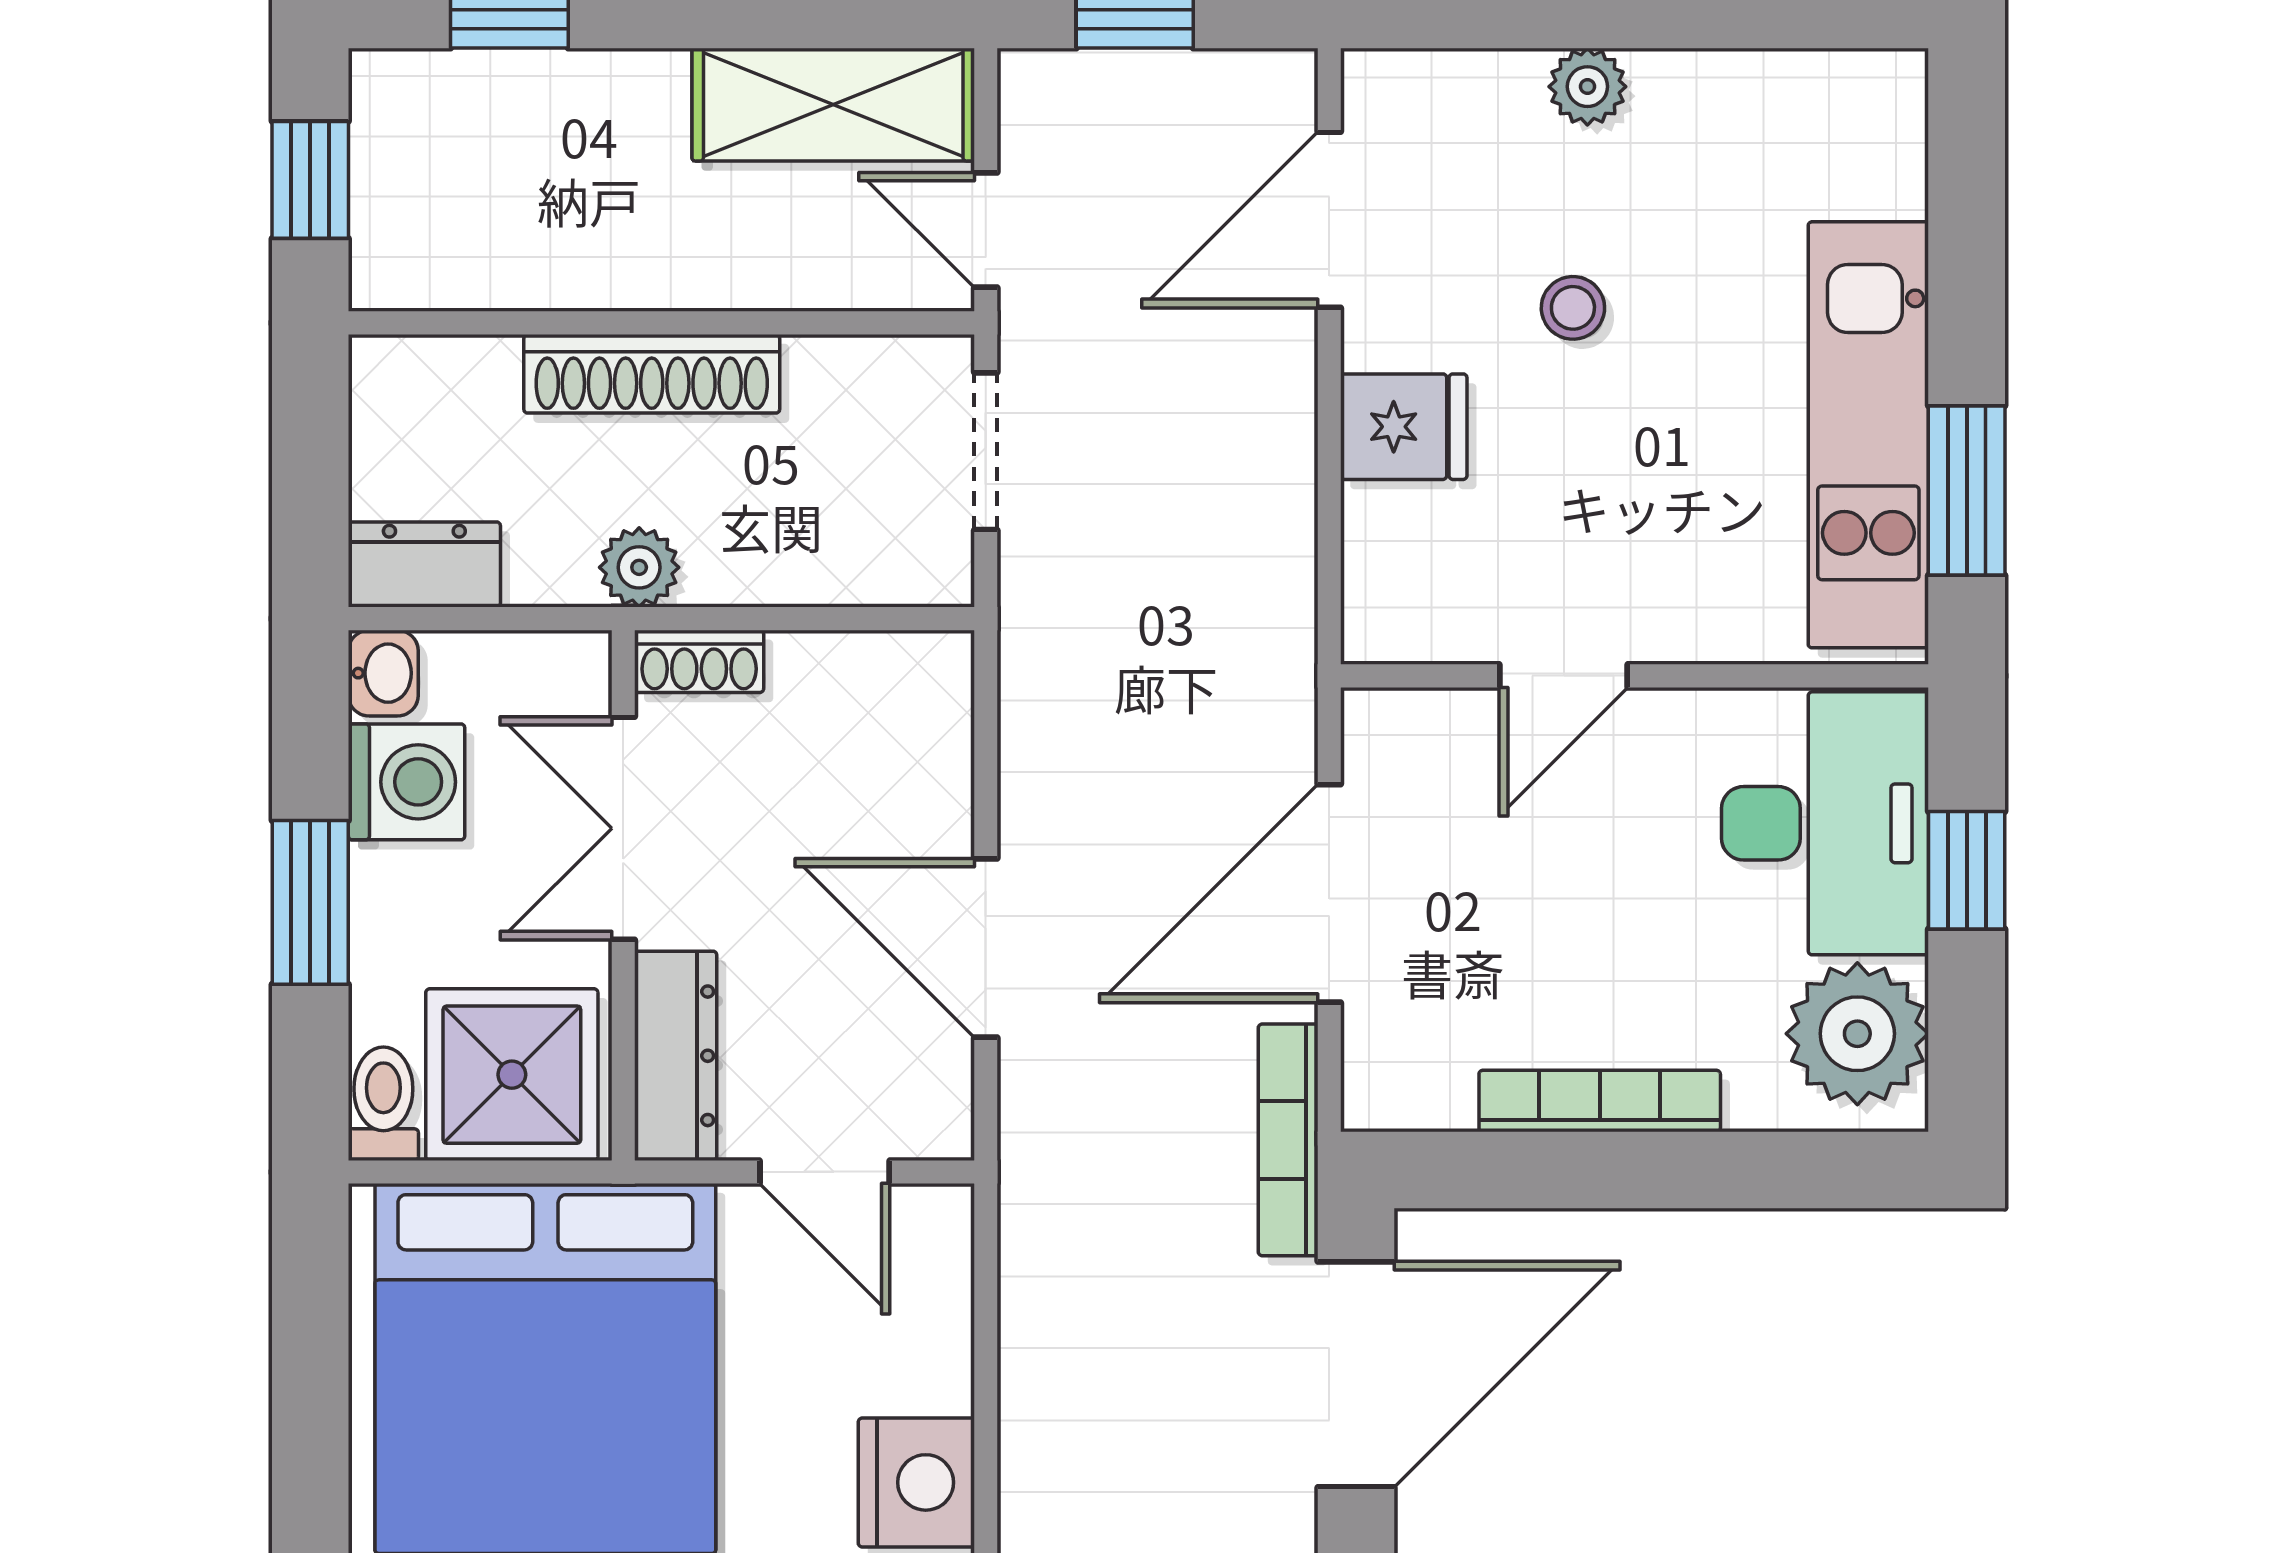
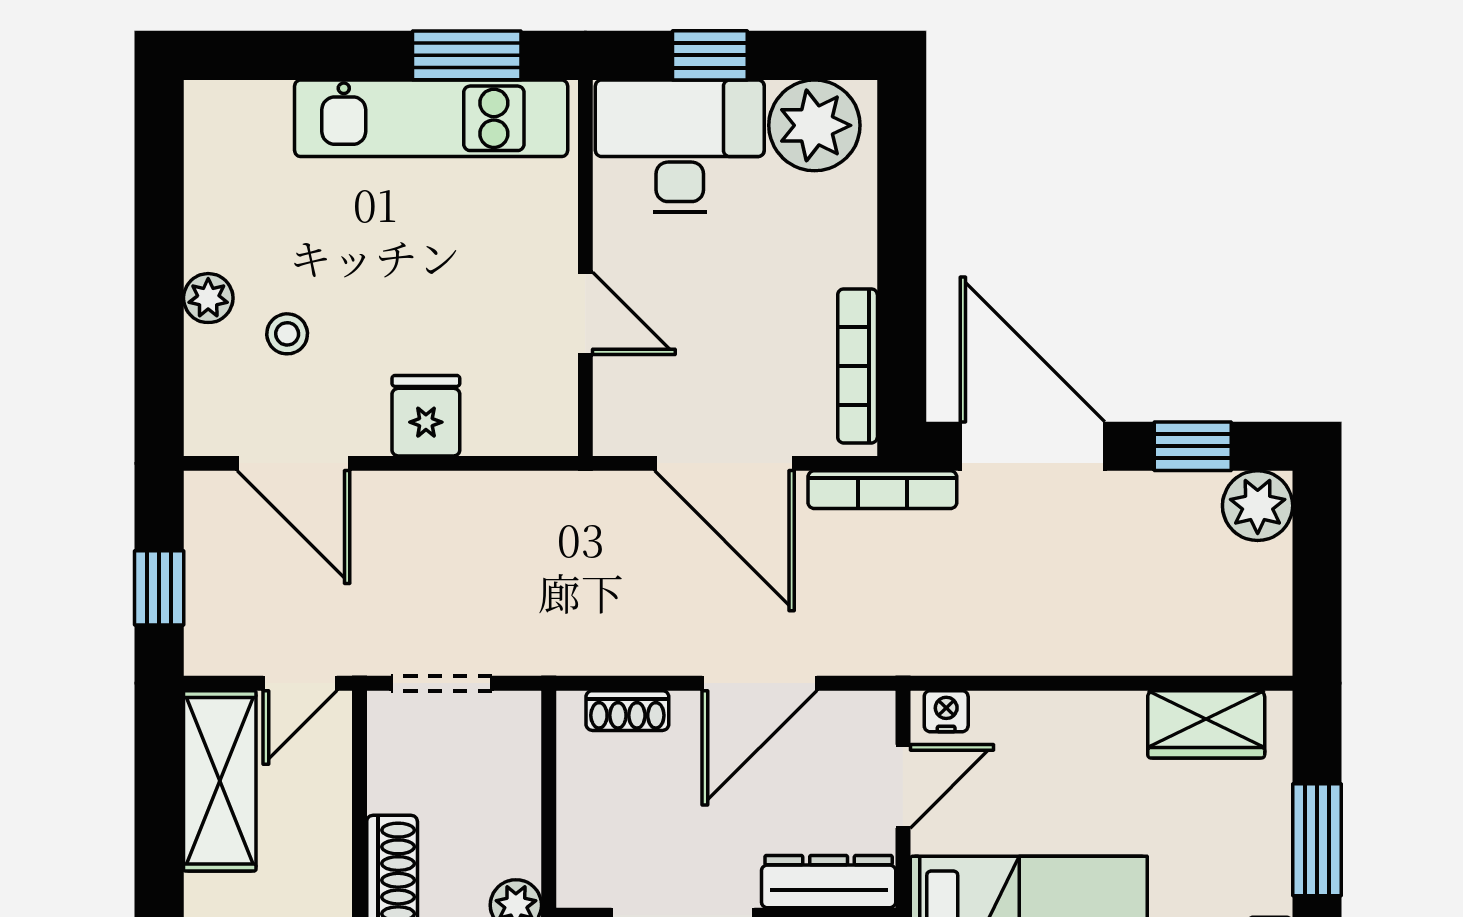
stool: (1573, 308) -> (287, 334), moved
shoe rack: (699, 661) -> (627, 711), moved, turned 90
bookcase: (1600, 1101) -> (858, 366), moved
nightstand: (916, 1482) -> (946, 711), moved, width x0.53, depth x0.56

